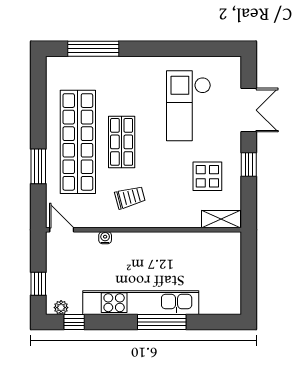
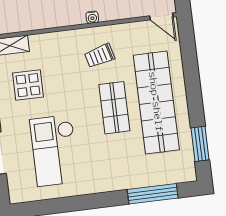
checkout: (189, 106) -> (54, 150), turned 180
window: (38, 166) -> (200, 144), moved
water cooler: (105, 238) -> (92, 17), moved

